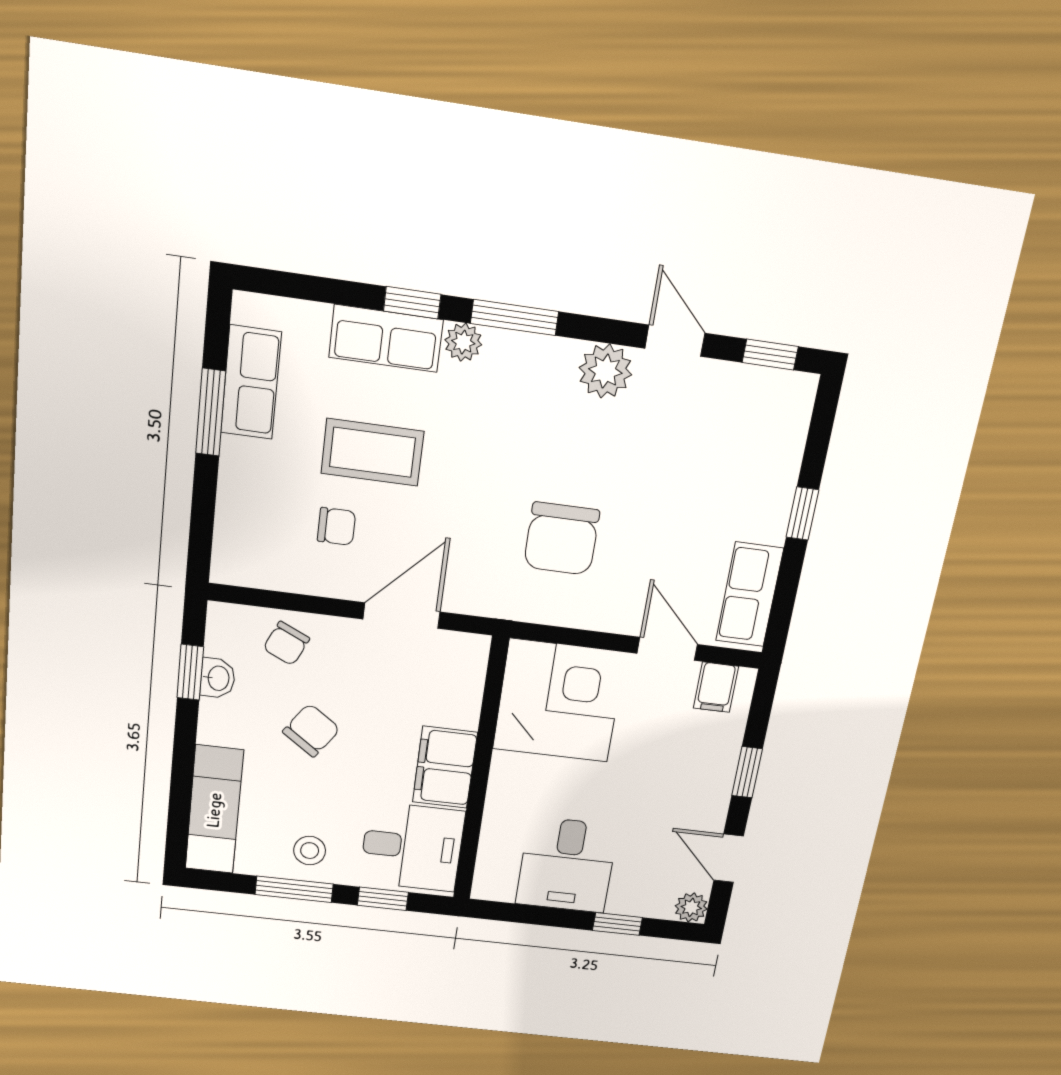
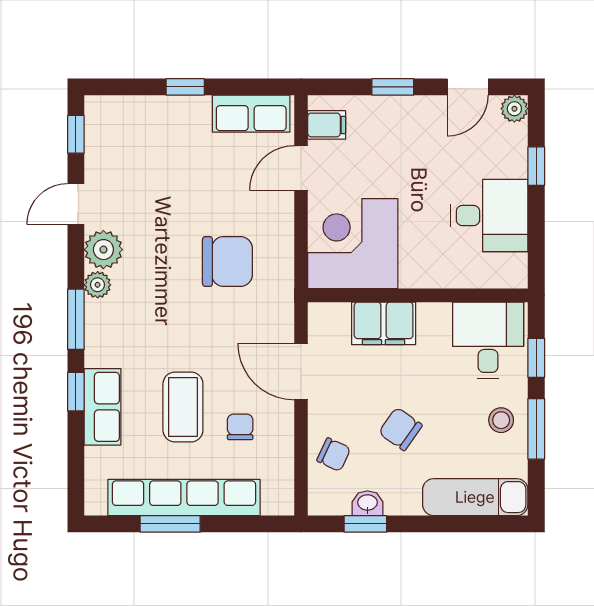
plant: (463, 342) -> (98, 285), moved
row of seats: (251, 382) -> (184, 498), width x2.02
filing cabinet: (445, 767) -> (384, 323), moved

